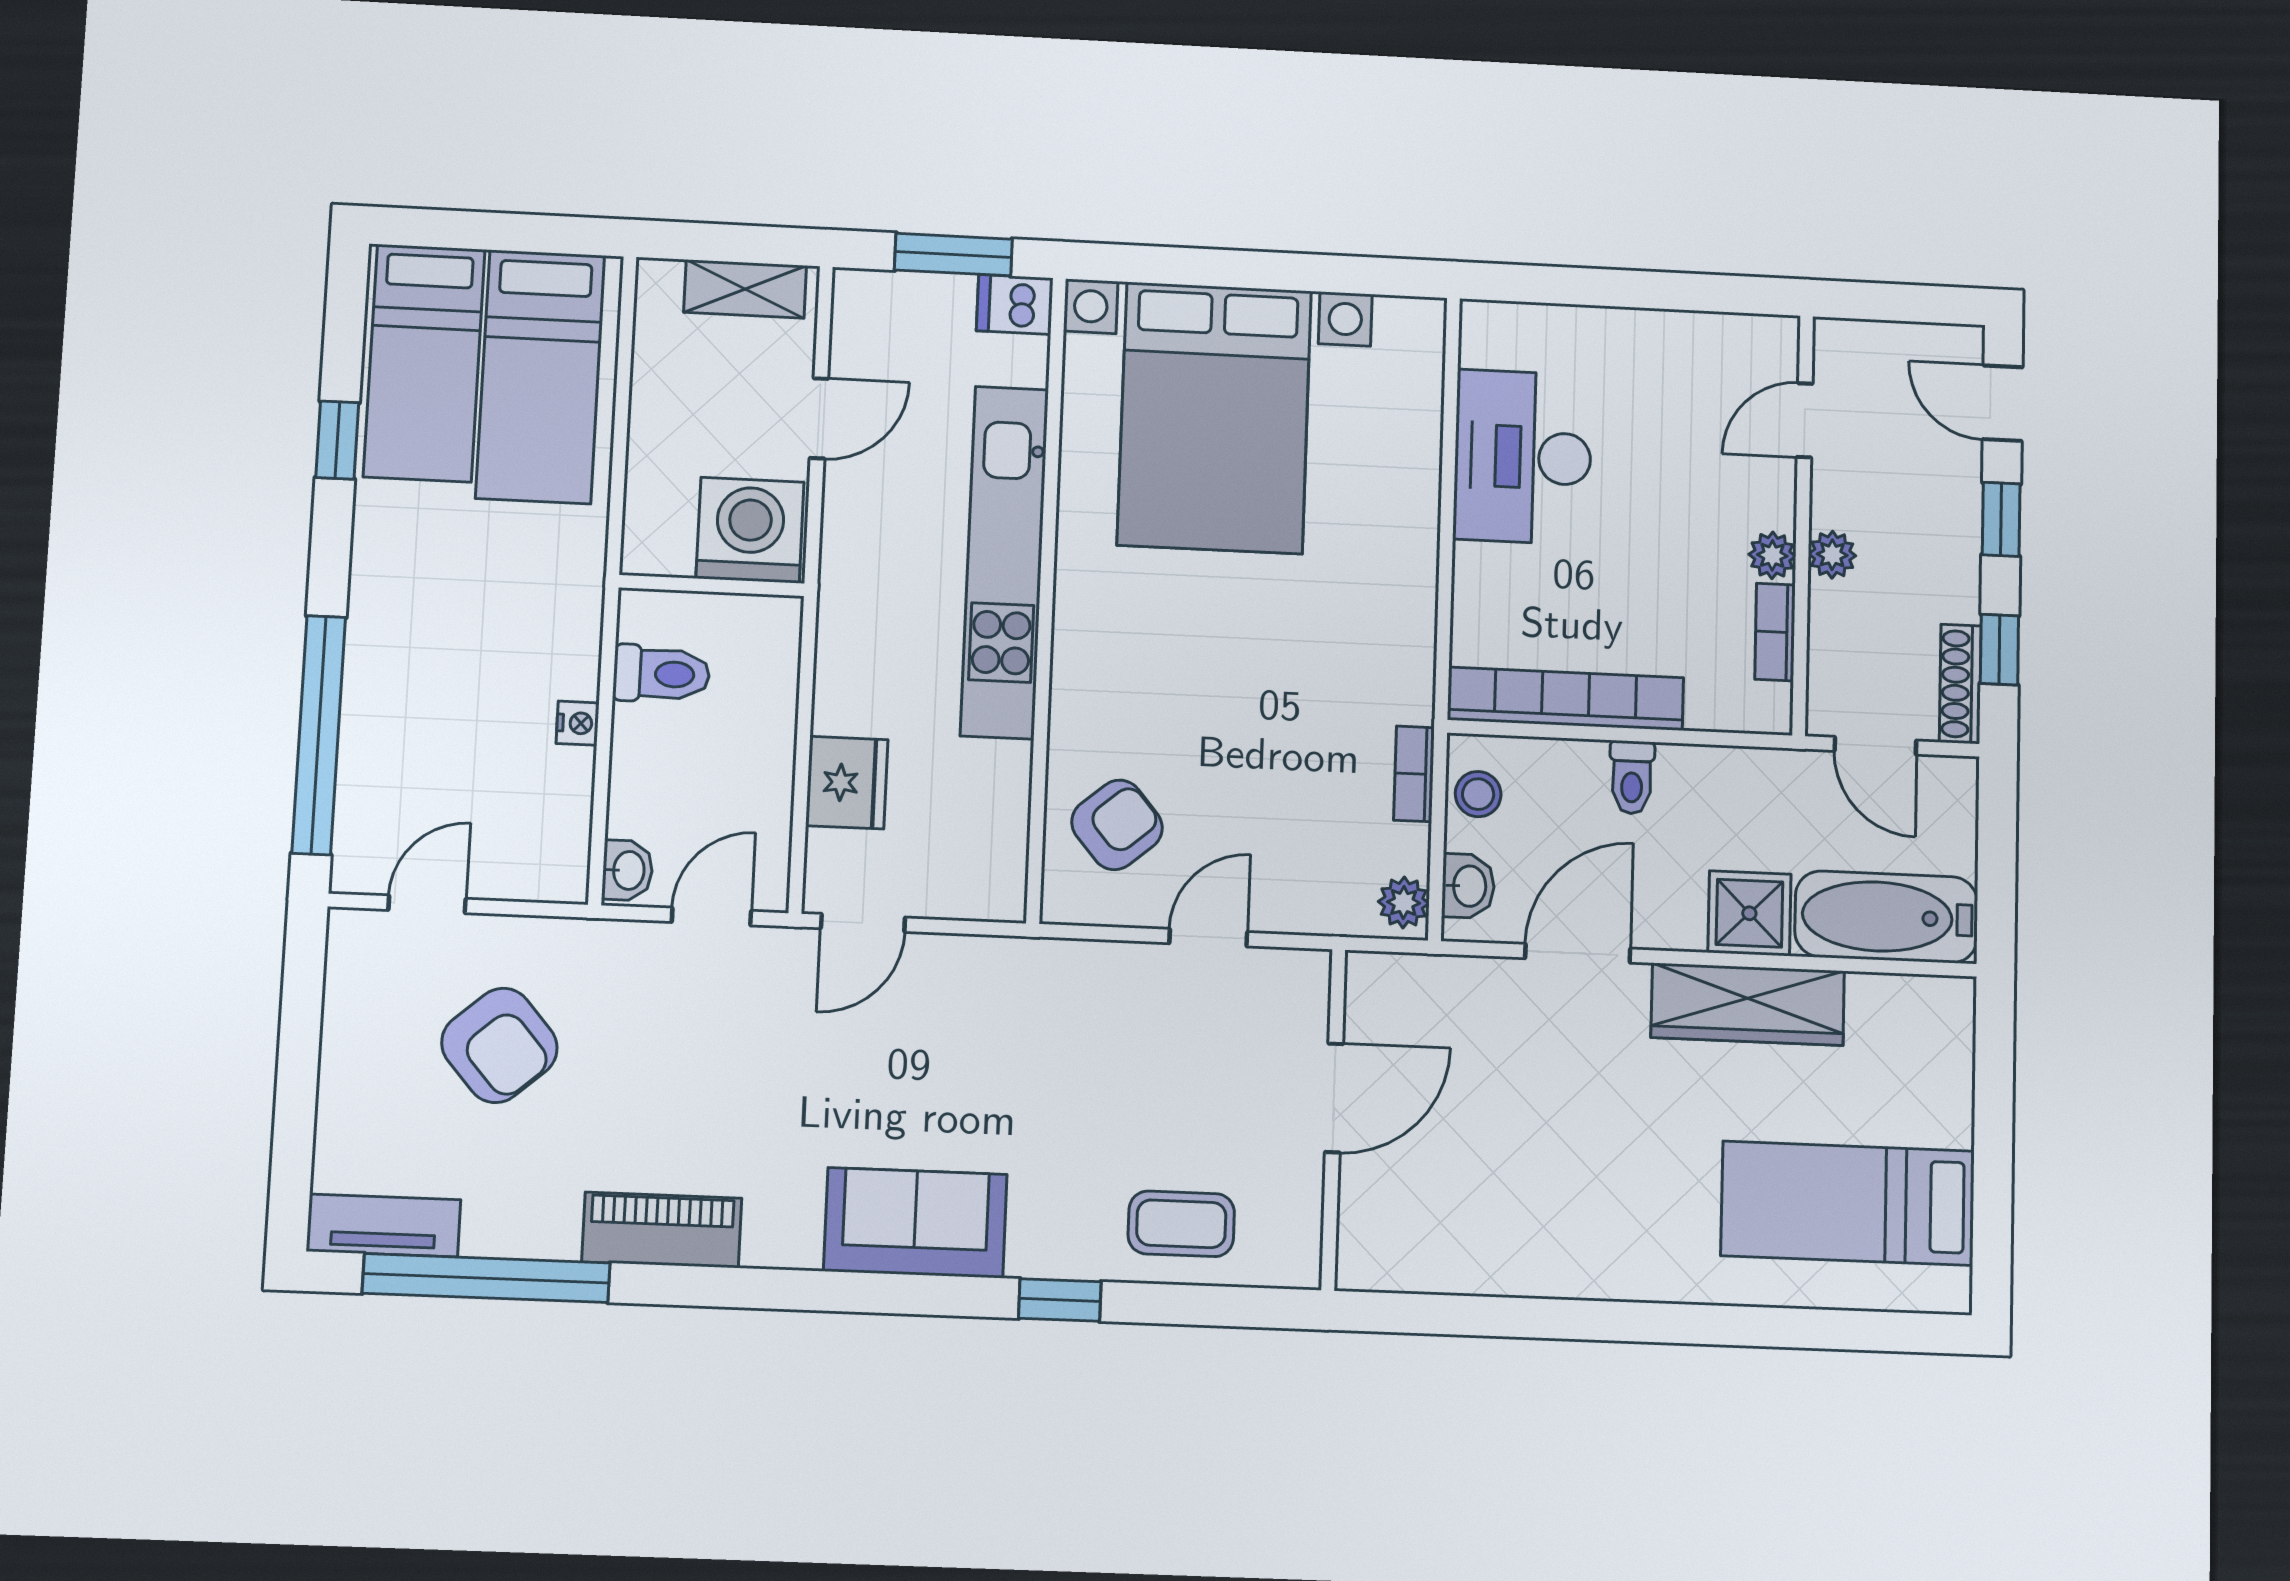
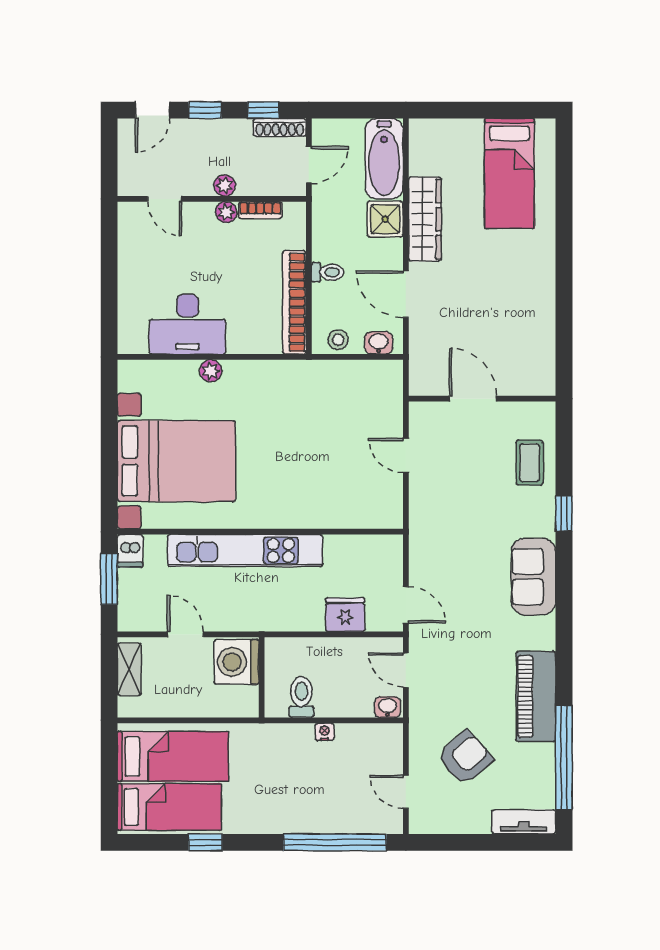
bookcase: (1414, 774) -> (330, 368), removed
armchair: (1117, 825) -> (358, 497), removed
plant: (1404, 902) -> (211, 371), moved
tv unit: (383, 1226) -> (524, 822), moved, turned 90
piano: (662, 1230) -> (536, 697), width x1.37, depth x1.33

